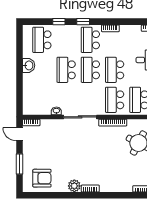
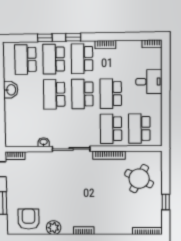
school desk: (66, 40) -> (54, 59), added
armchair: (42, 178) -> (29, 219), turned -90
plant: (74, 186) -> (54, 228), moved

